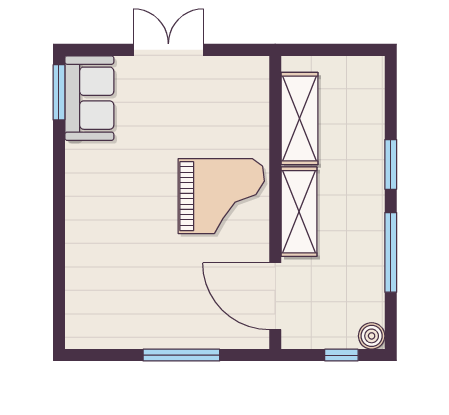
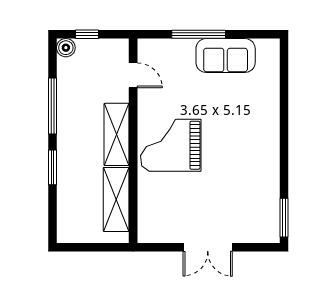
sofa: (89, 98) -> (226, 56), moved, turned -90
door: (275, 296) -> (133, 75), width x0.53

